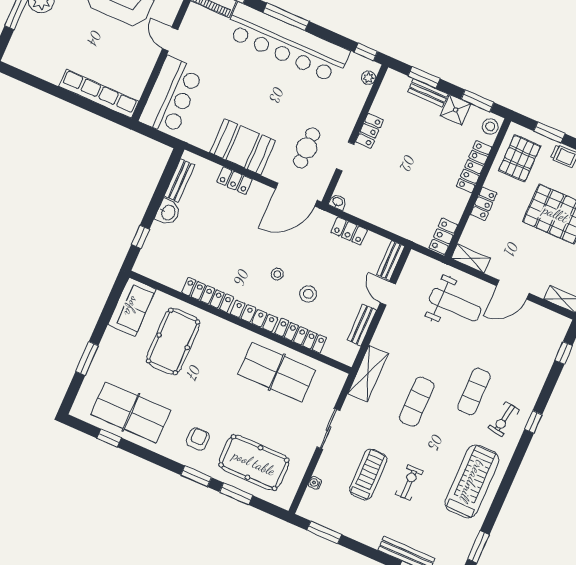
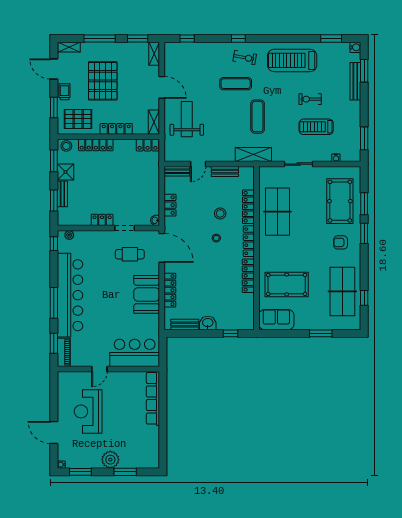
locker: (235, 181) -> (170, 290), width x1.53
locker: (484, 204) -> (116, 129), width x1.53
exercise mat: (417, 402) -> (258, 117), turned 90

